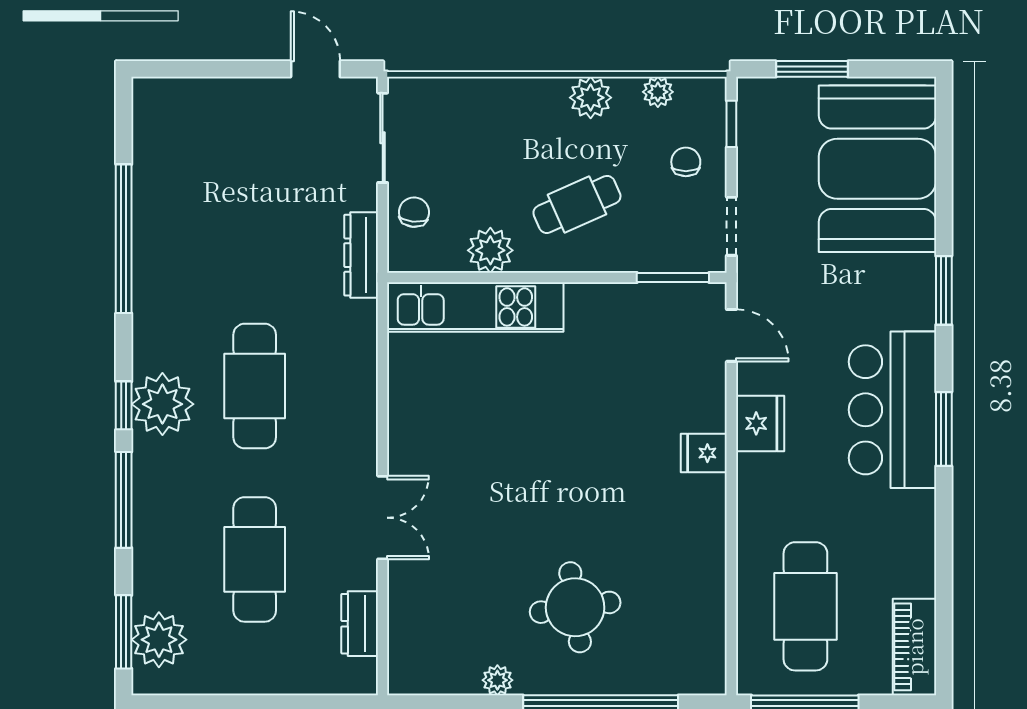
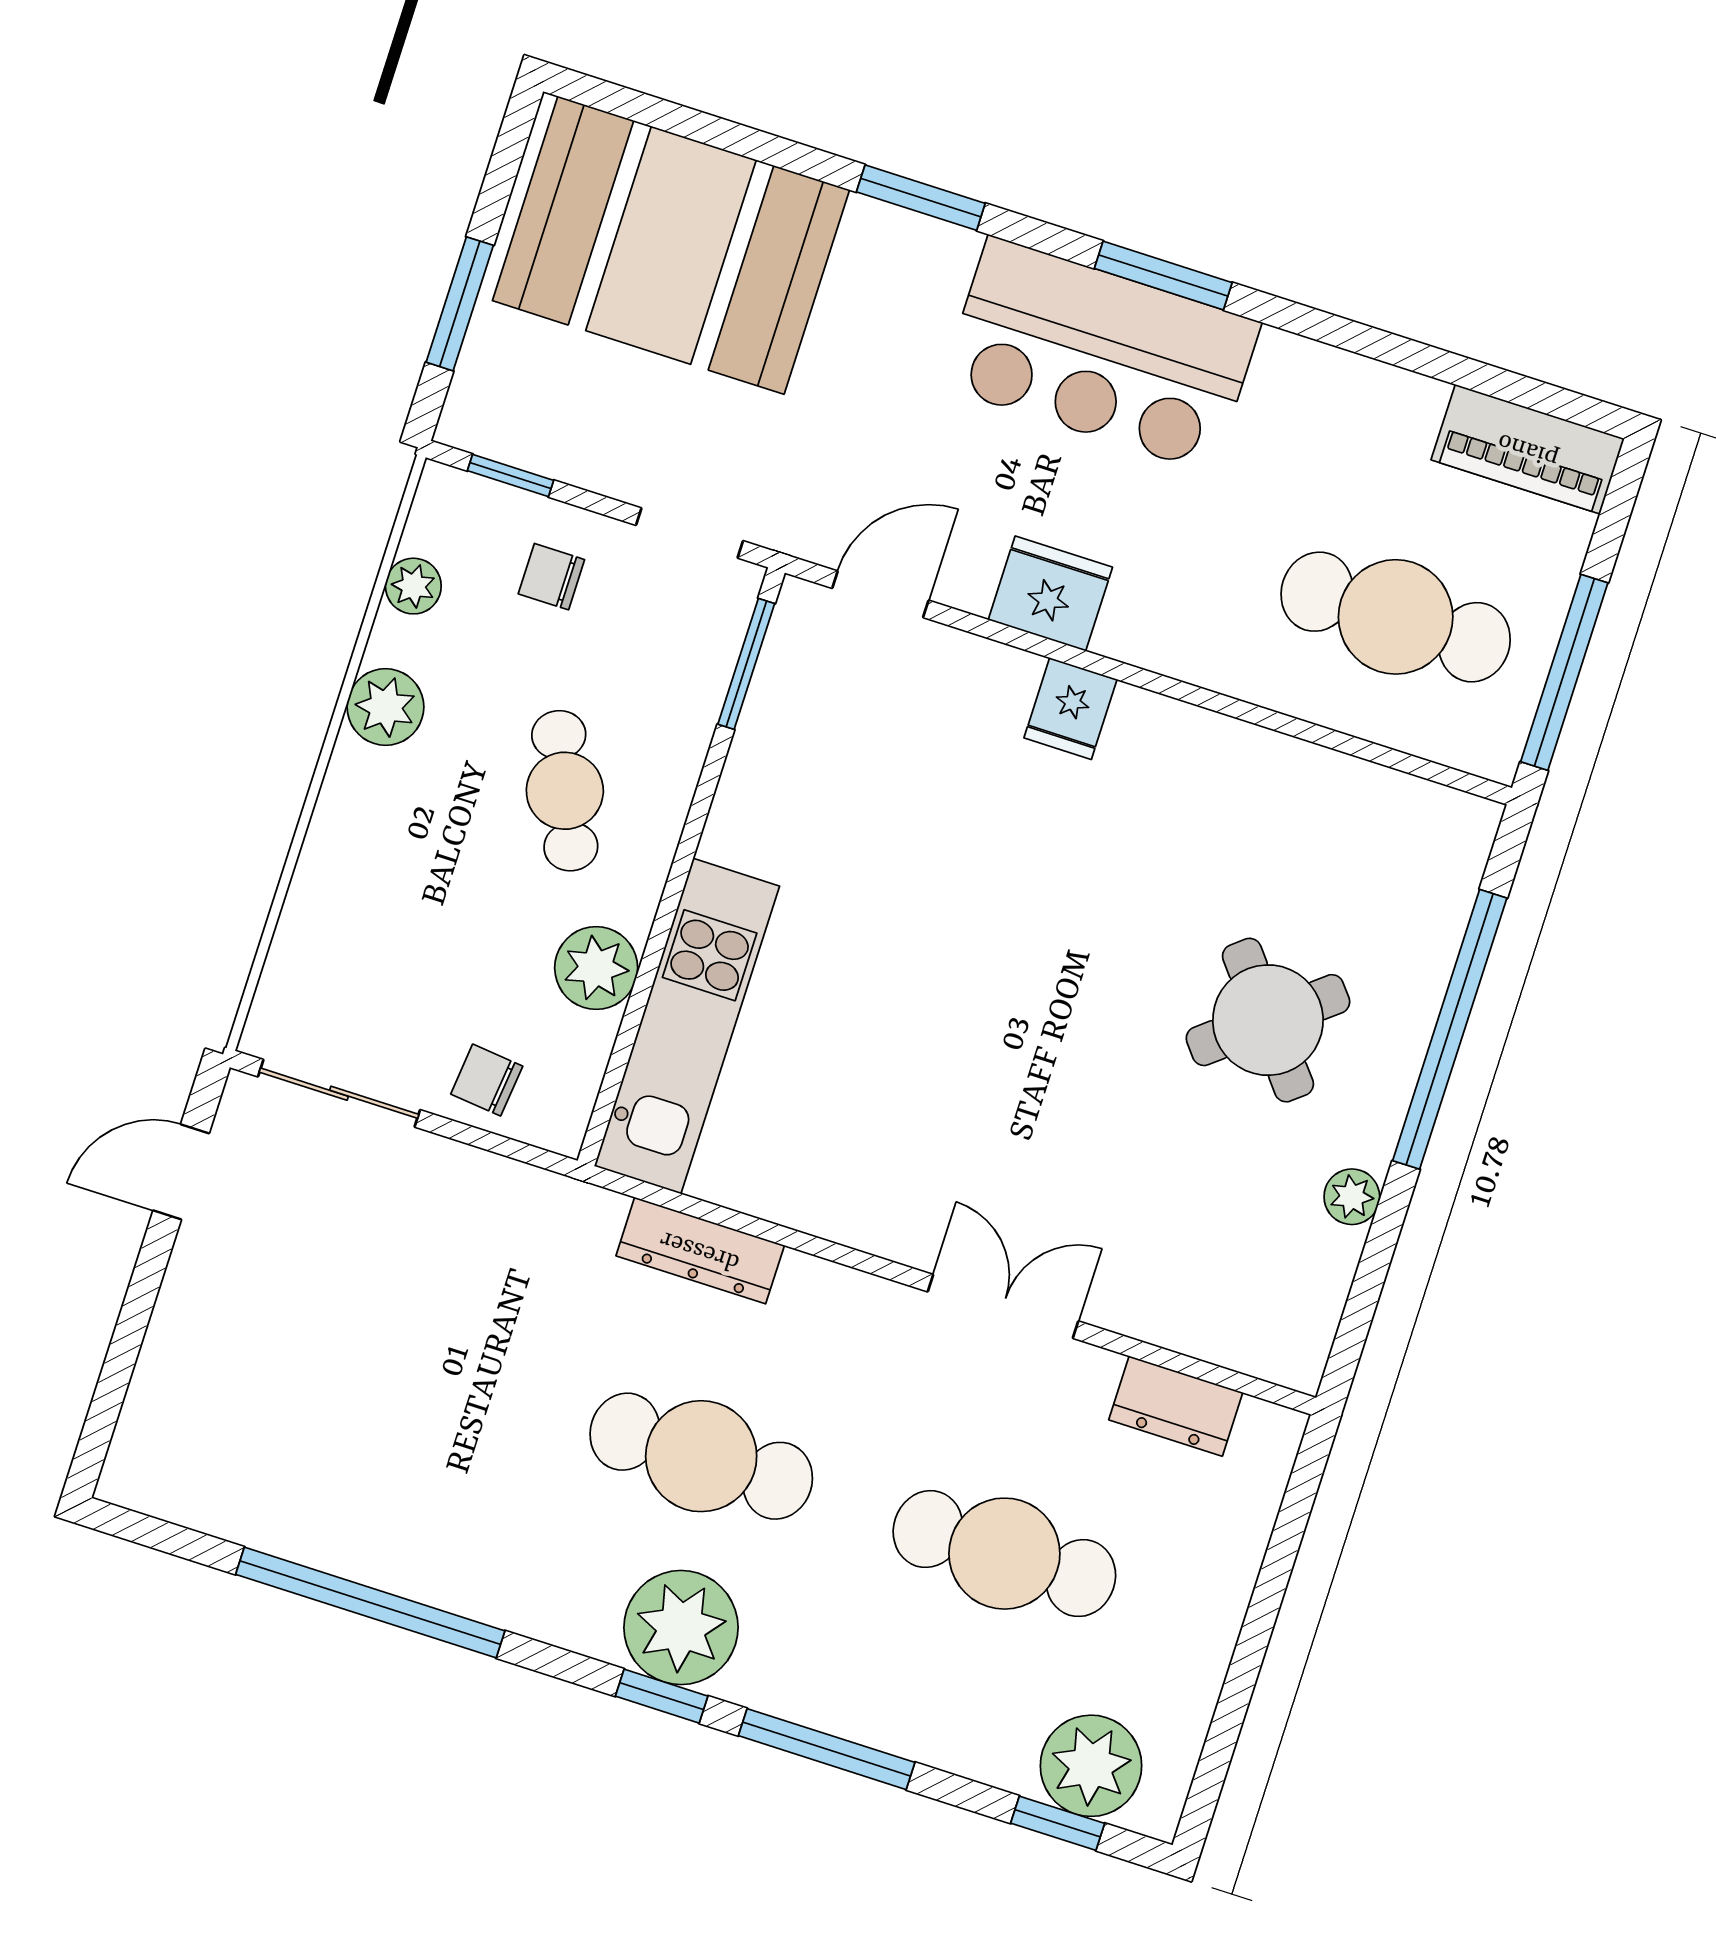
dresser: (361, 255) -> (700, 1250), moved
round table: (575, 607) -> (1268, 1020), turned -31
window: (124, 632) -> (1058, 1823), width x0.67

